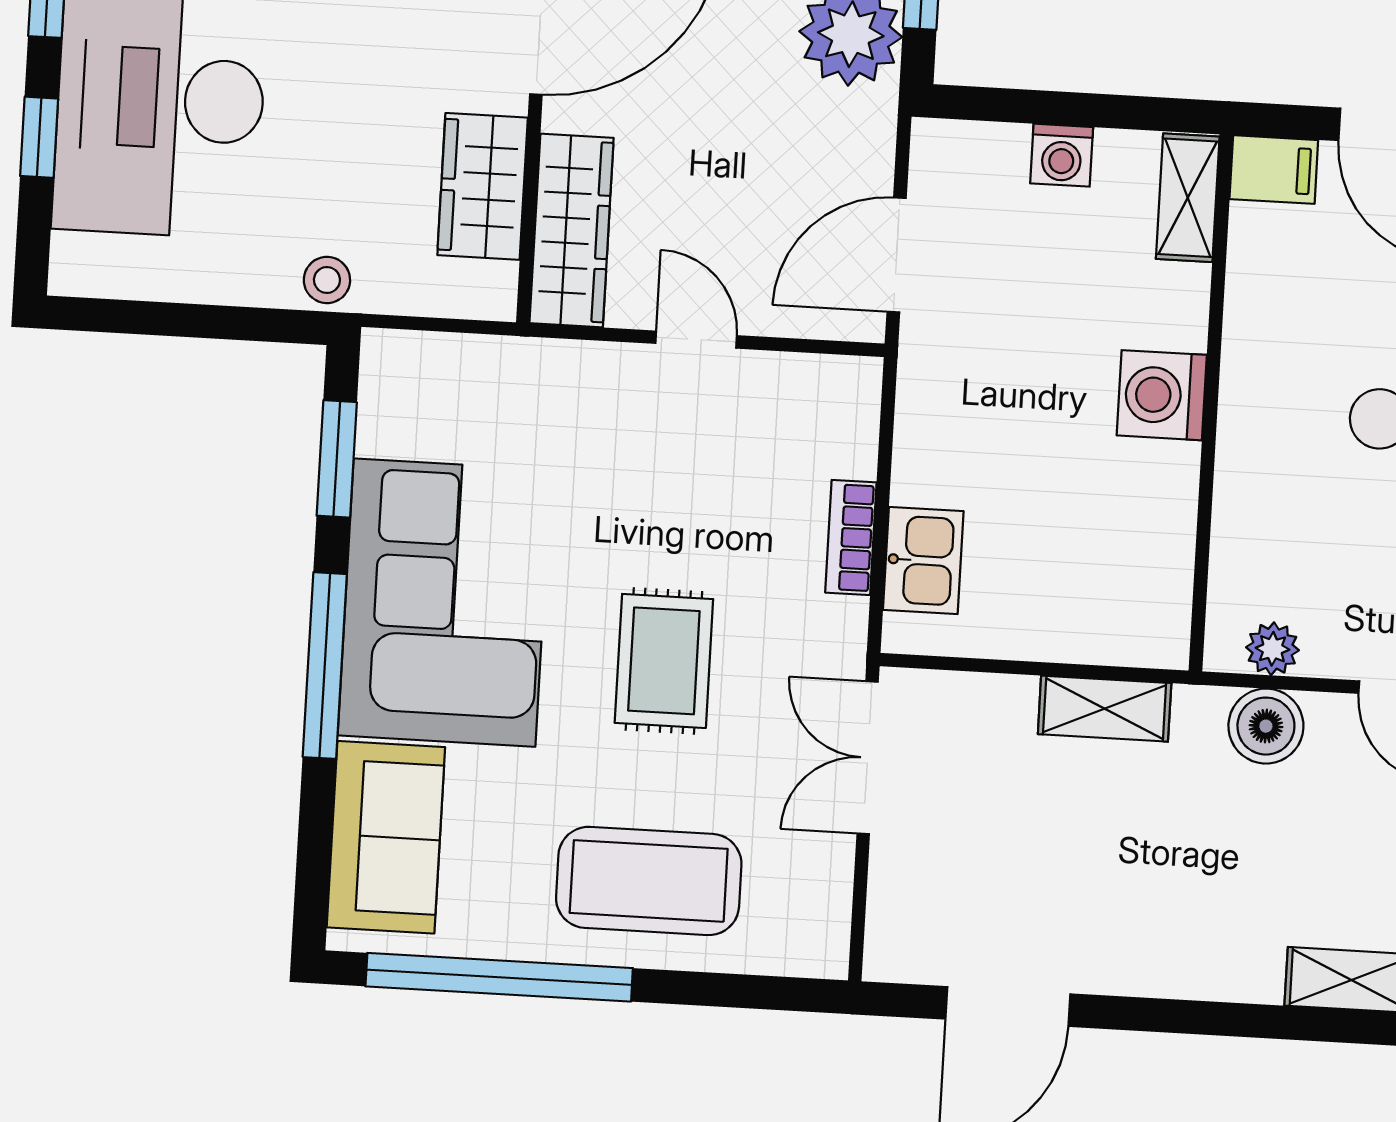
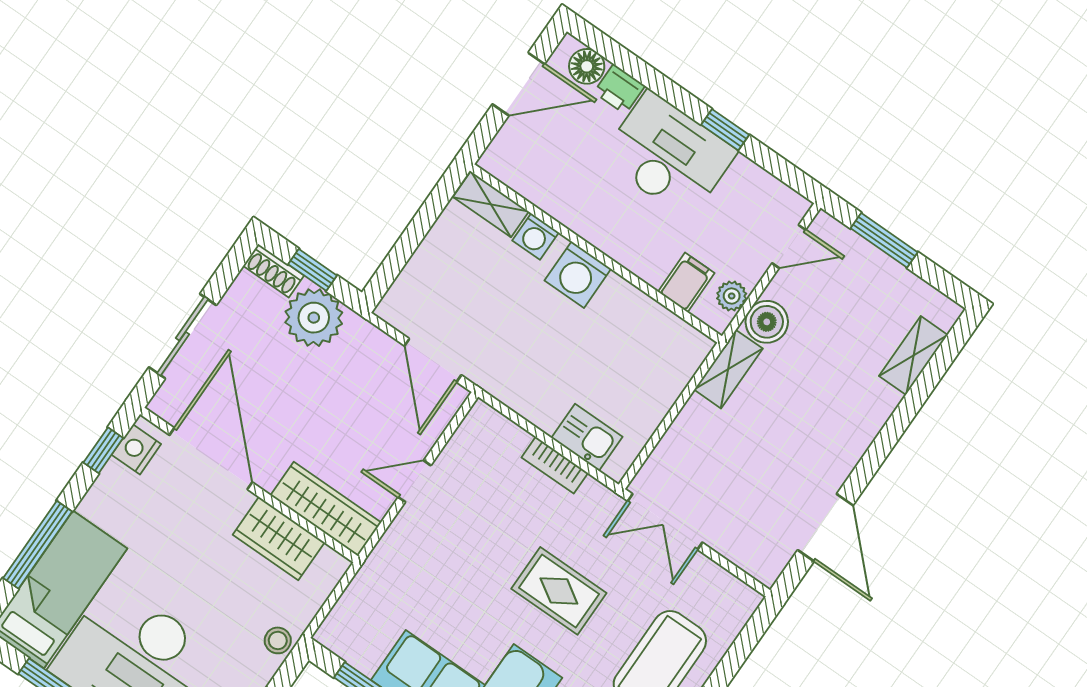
washing machine: (1062, 155) -> (536, 236), moved, turned 90
filing cabinet: (1274, 170) -> (686, 282), moved
shelving: (1105, 709) -> (728, 369), moved

